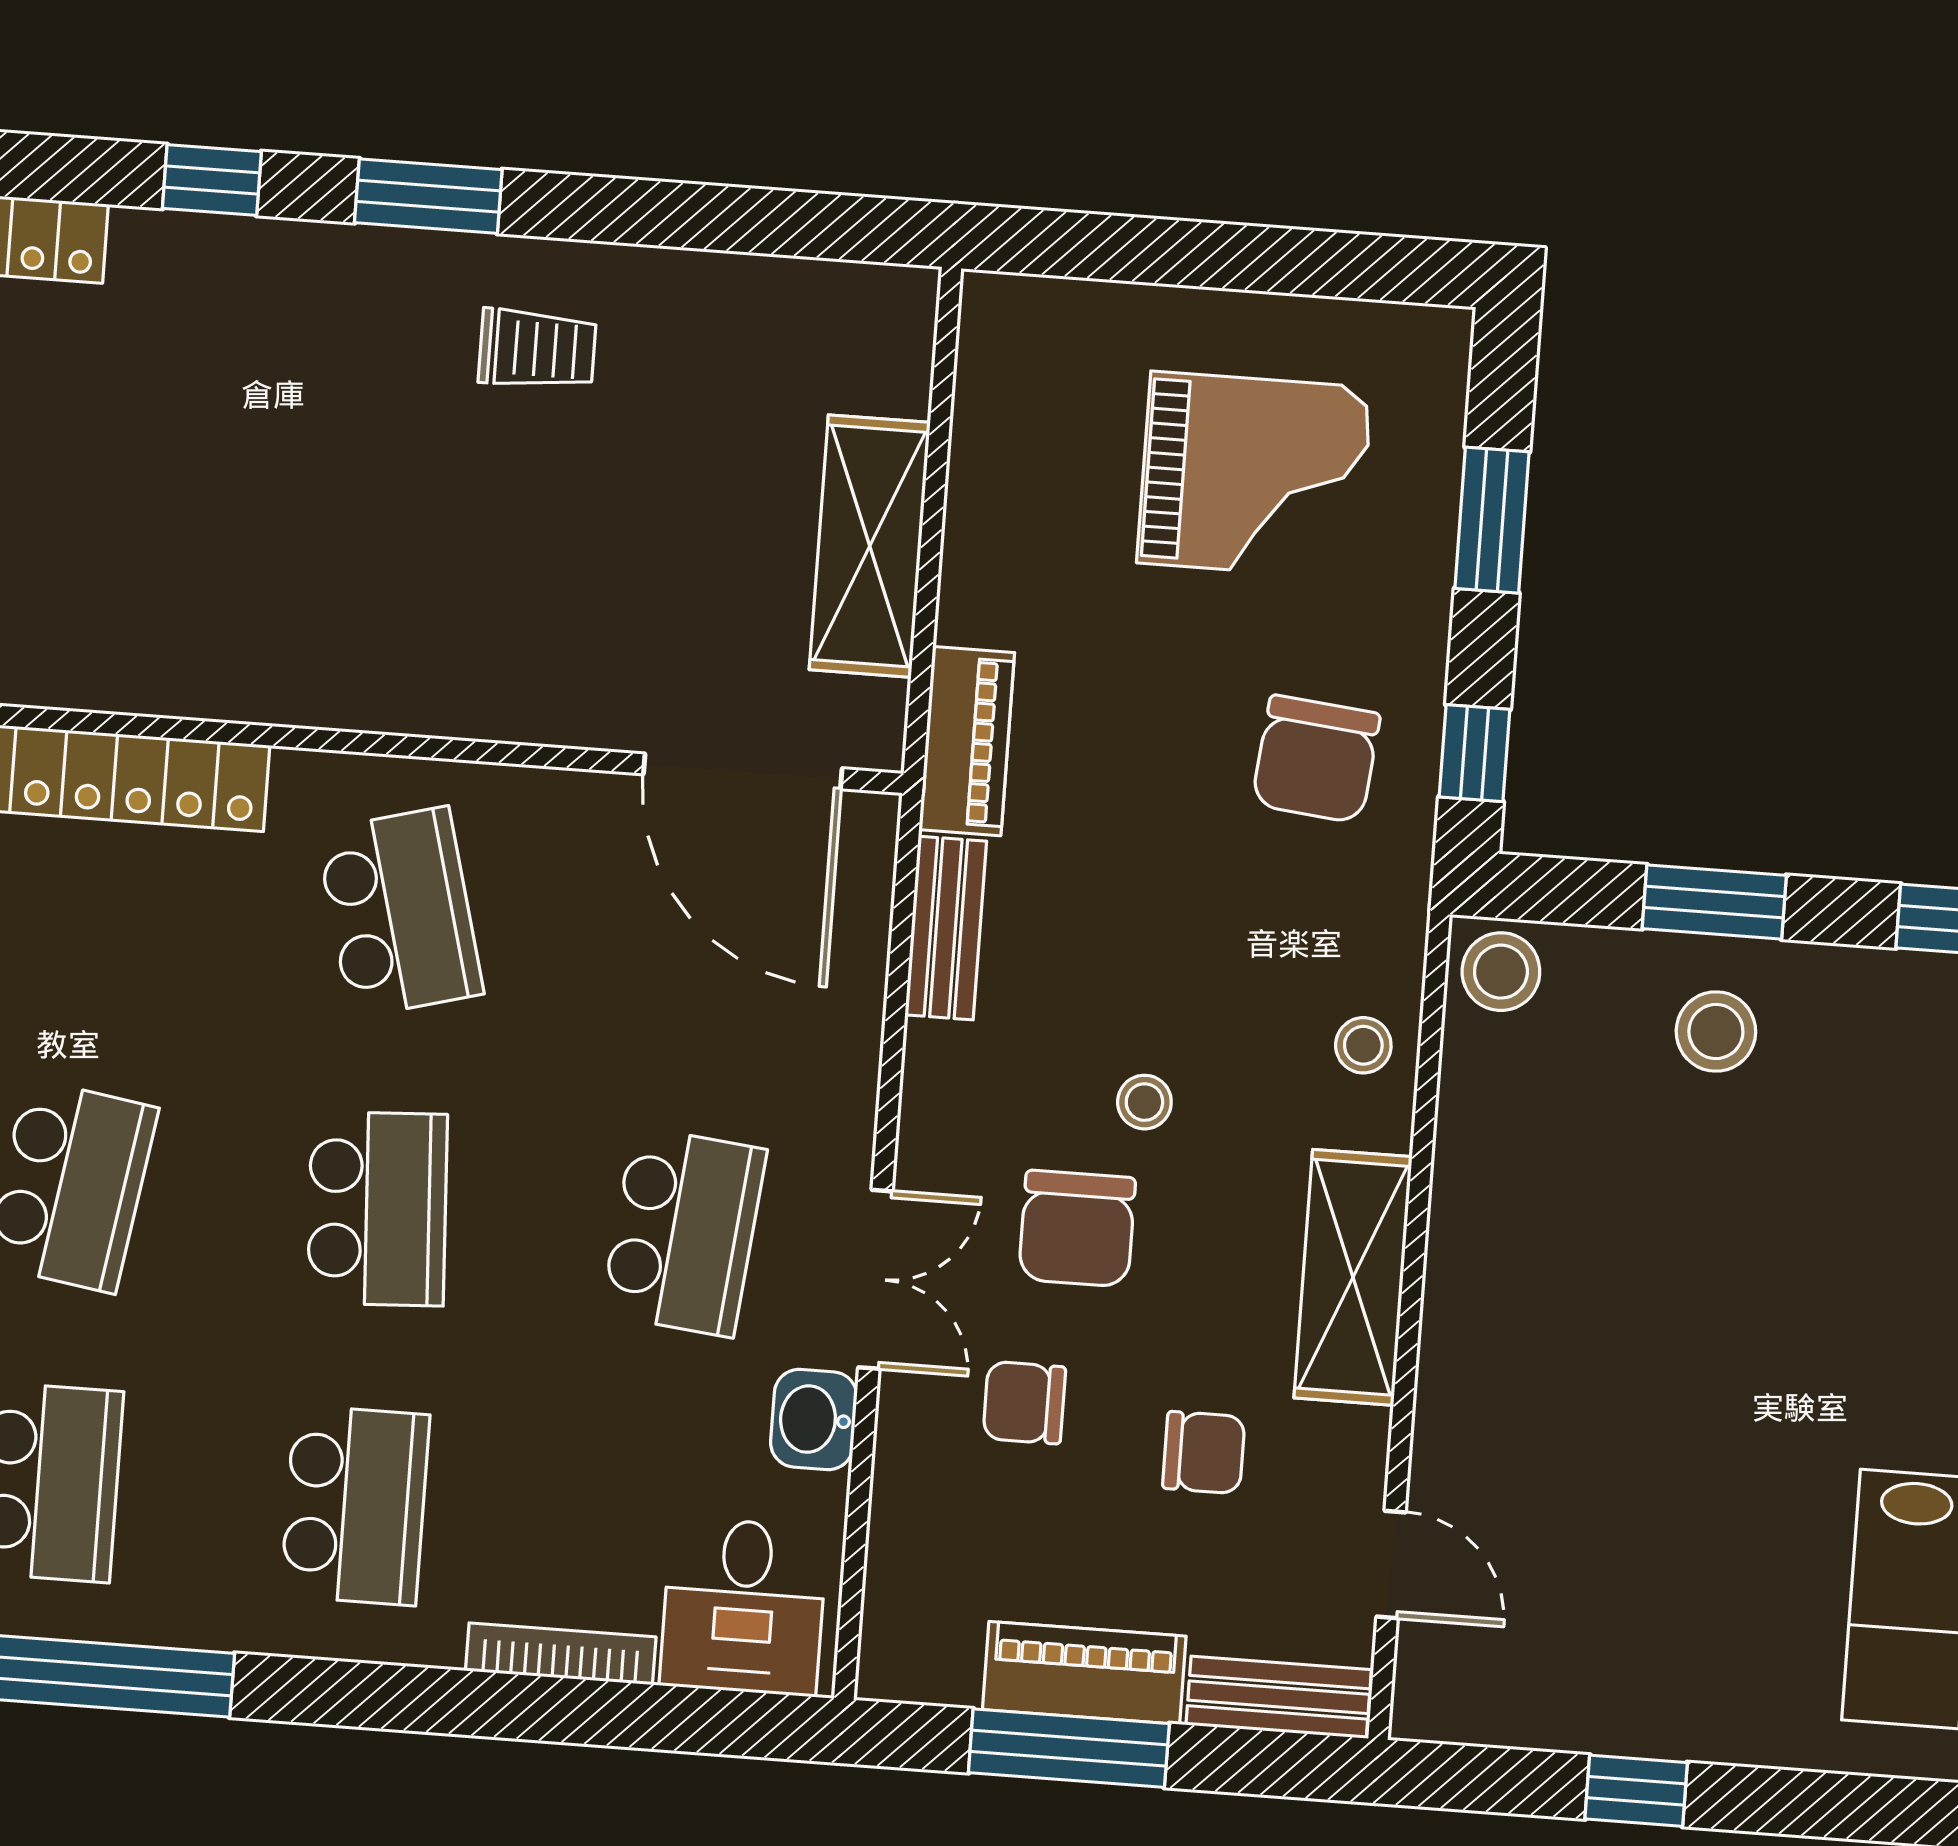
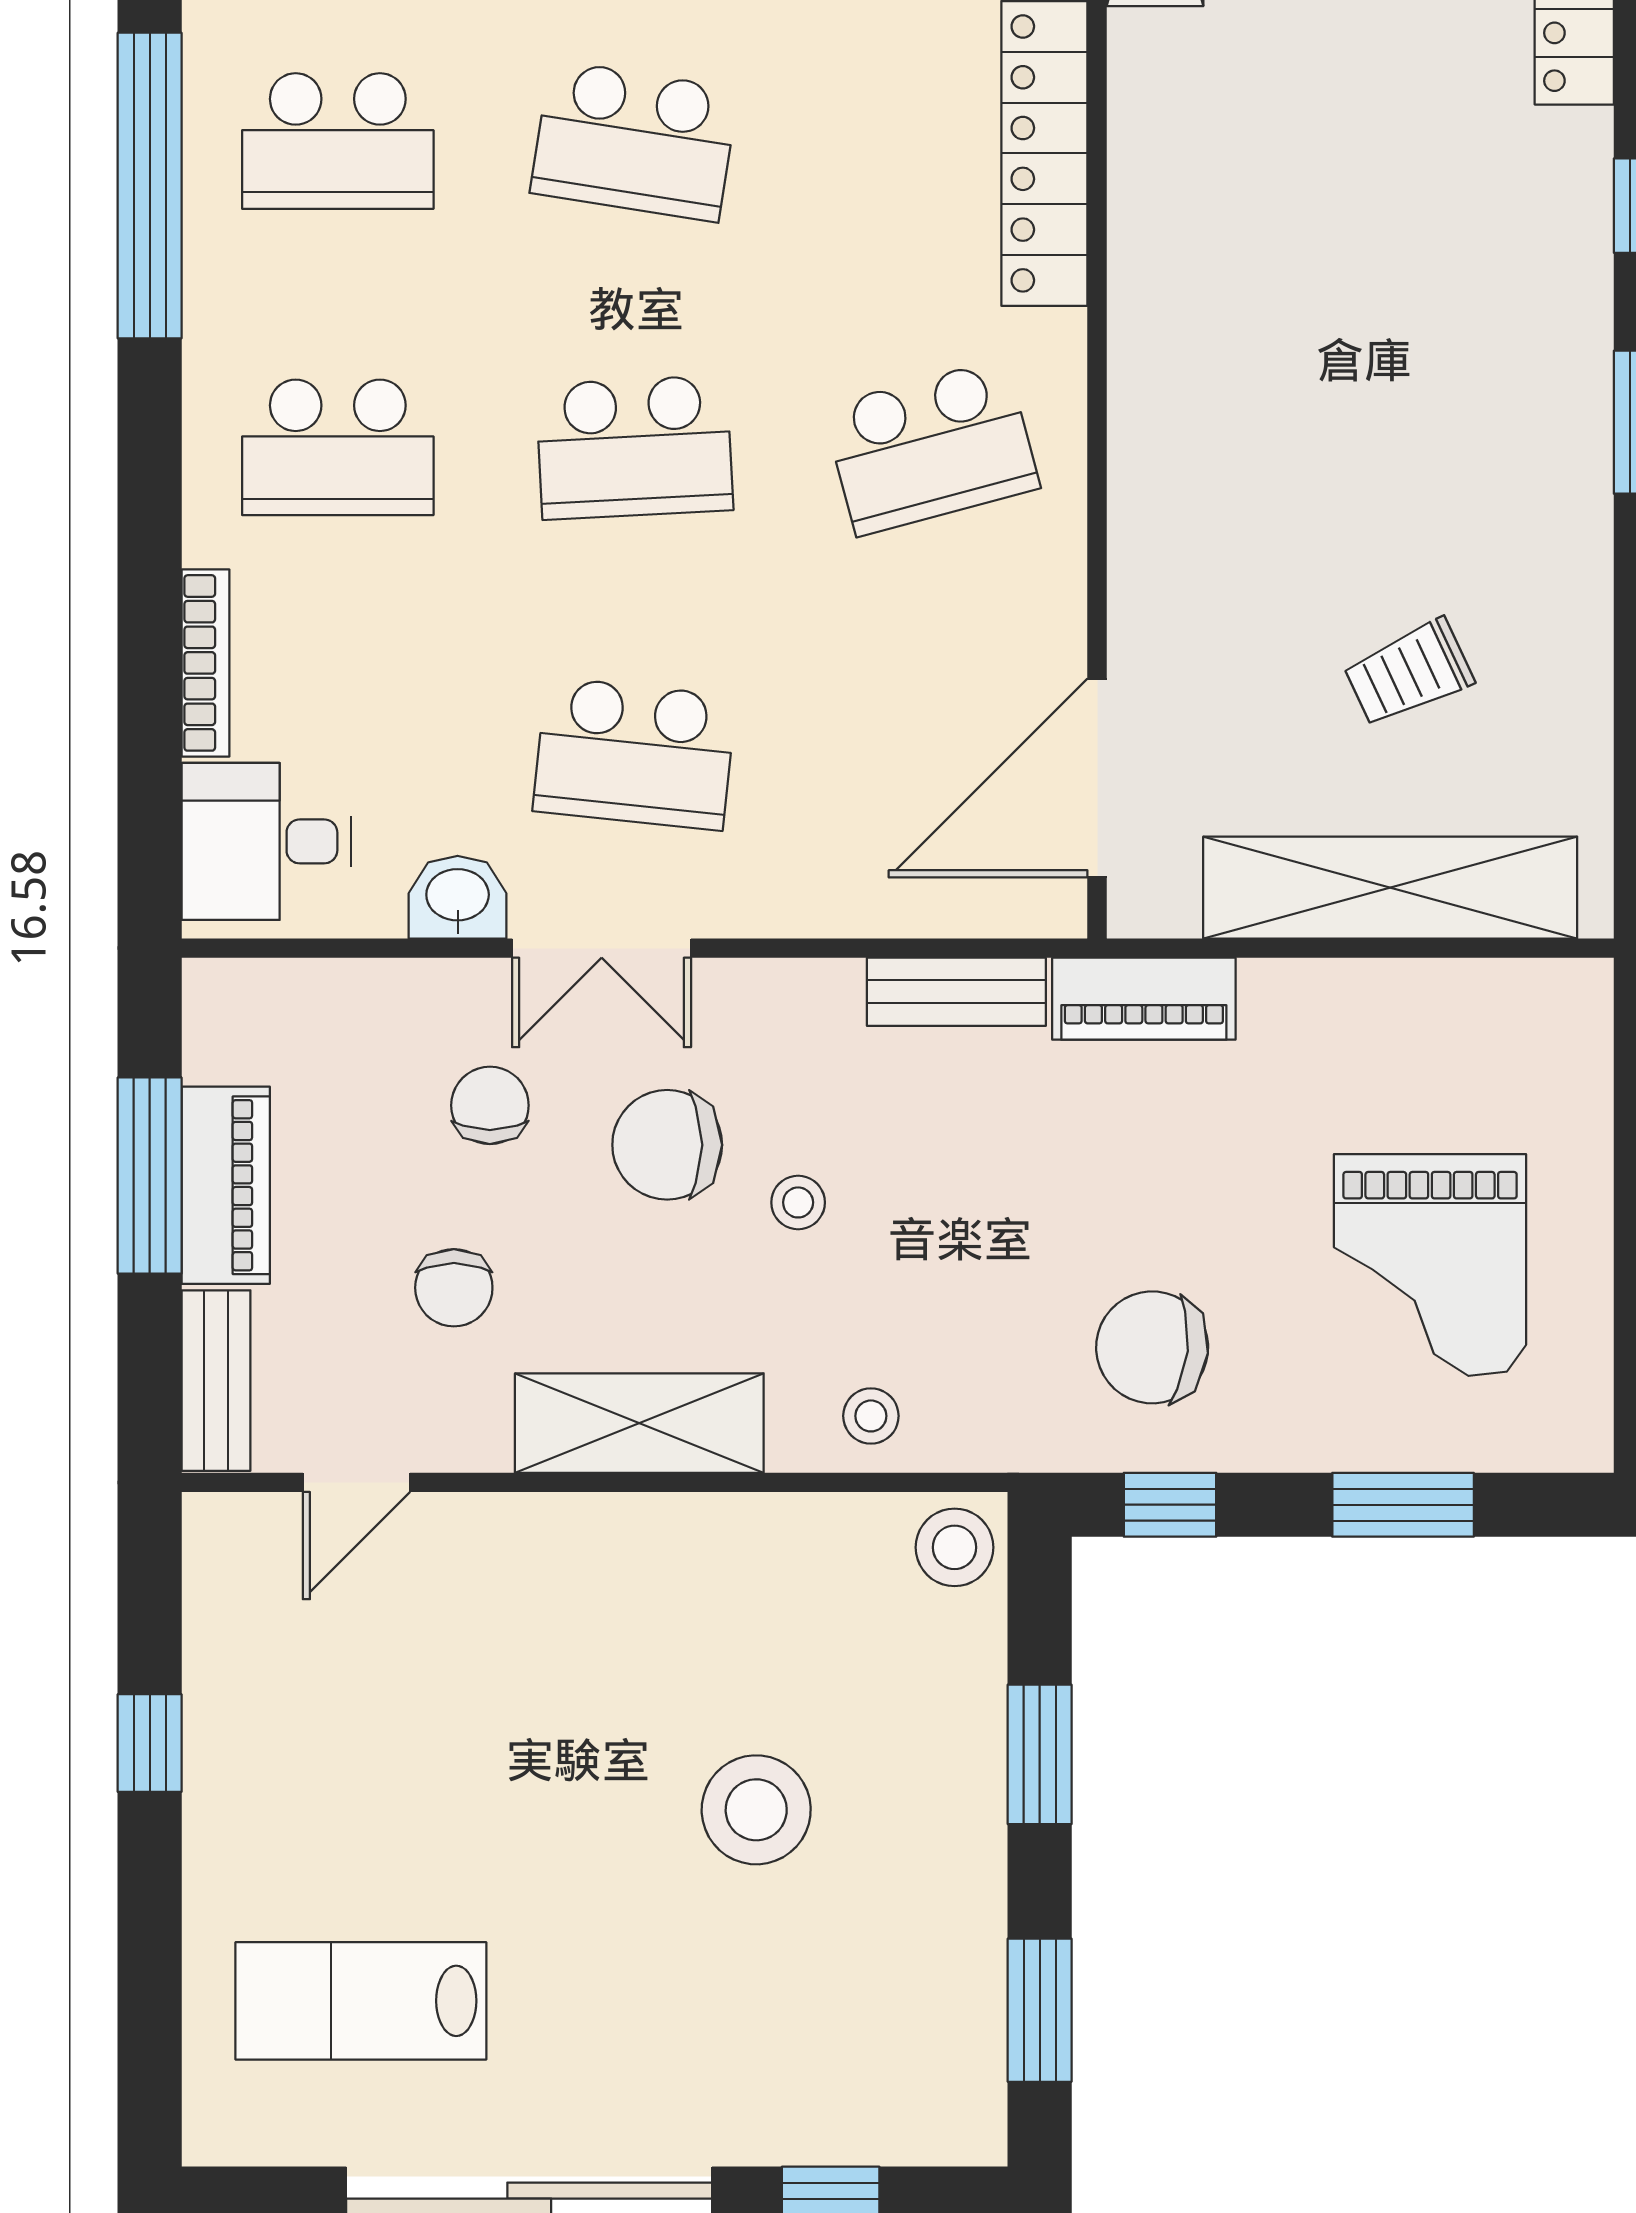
trolley: (537, 349) -> (1409, 673), moved, turned 65
shelving: (870, 546) -> (1390, 888), width x1.47
stool: (1716, 1032) -> (756, 1810), moved, width x1.38, depth x1.38

